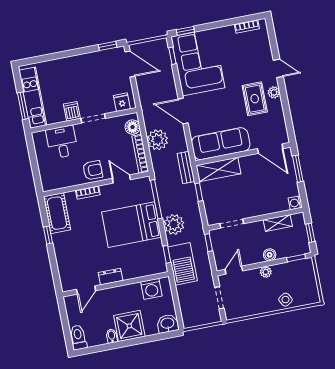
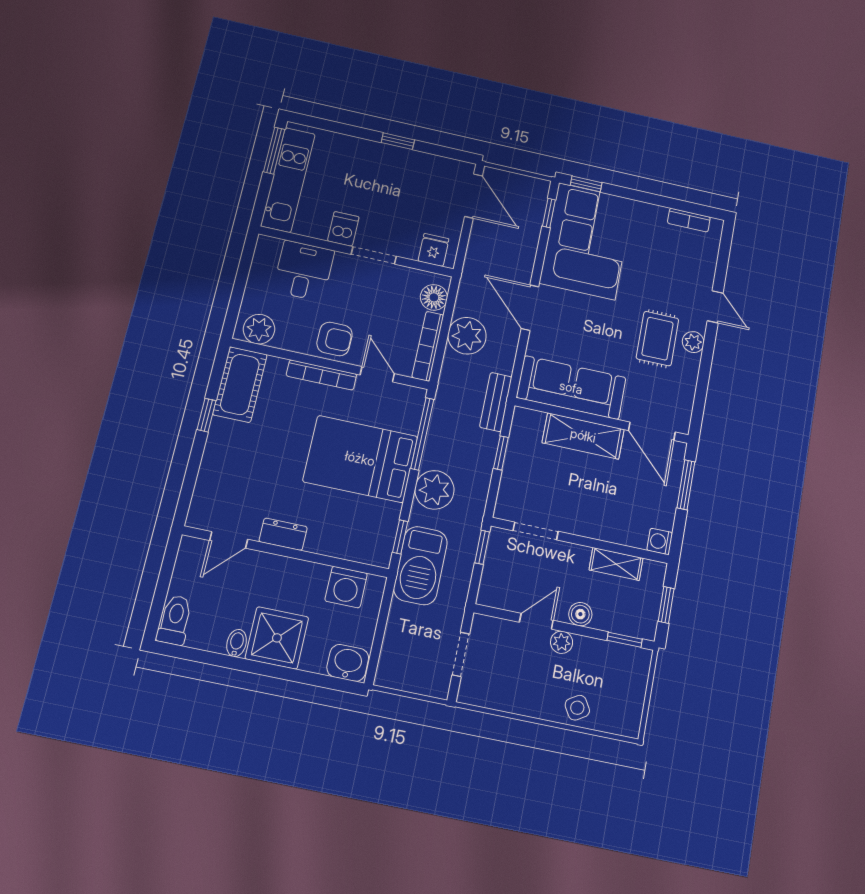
window: (108, 46) -> (398, 141), moved
window: (23, 106) -> (274, 151), moved
shelving: (218, 170) -> (583, 436), moved
plant: (54, 182) -> (259, 329), added
bookcase: (88, 192) -> (321, 375), width x1.56
door: (234, 270) -> (536, 621), moved

